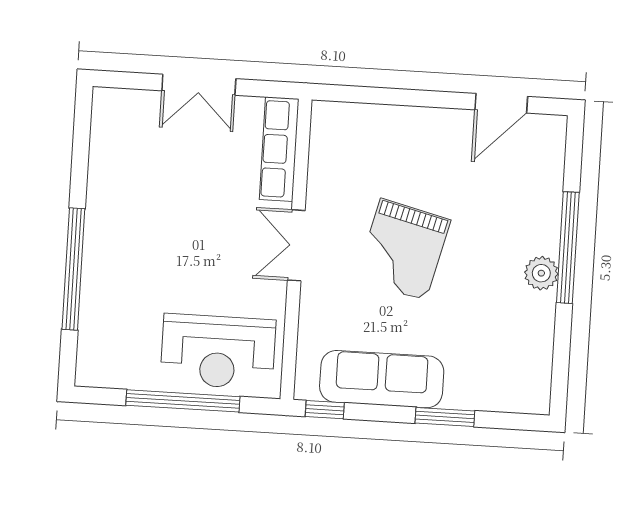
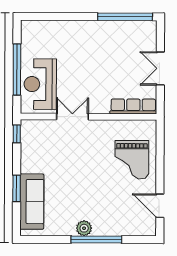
double door: (296, 245) -> (72, 117), moved
grand piano: (403, 250) -> (132, 160), moved, turned -104
window: (73, 269) -> (125, 17), moved
sofa: (382, 379) -> (32, 202), moved

